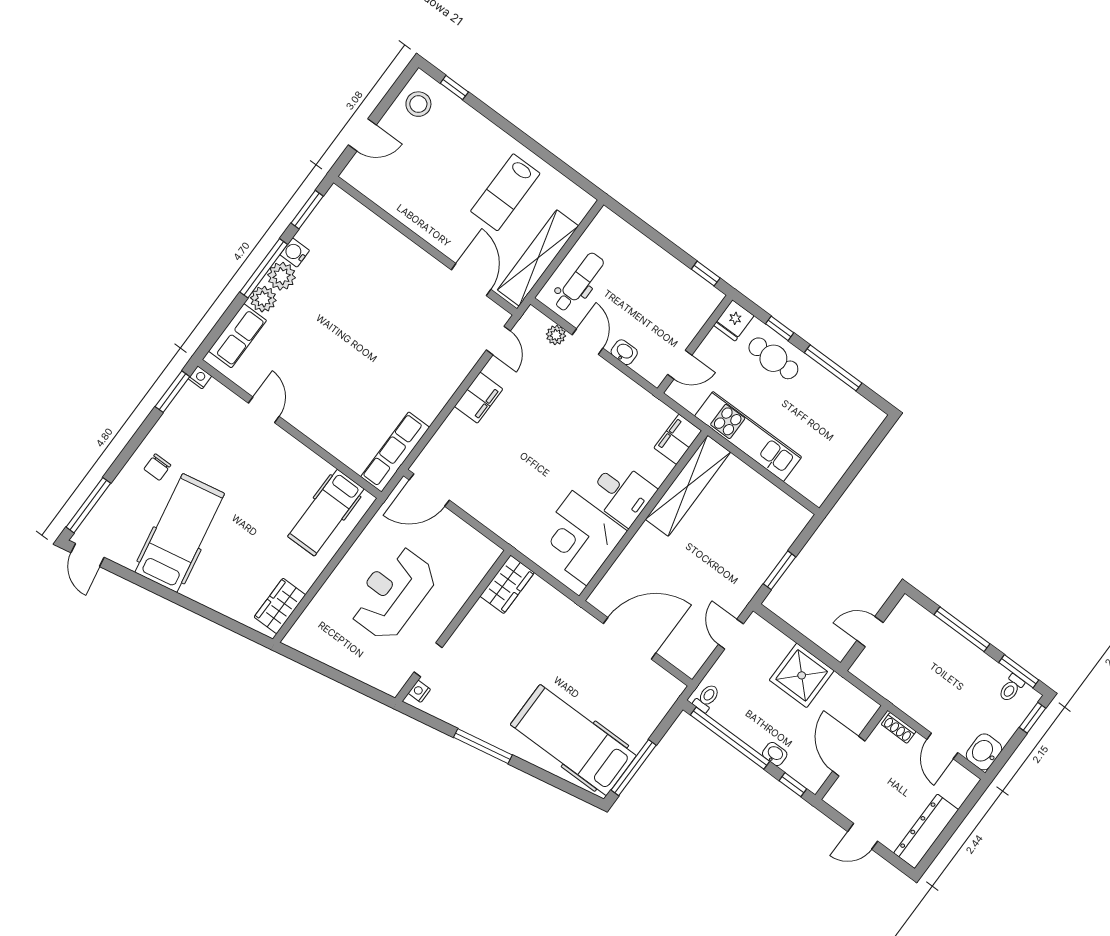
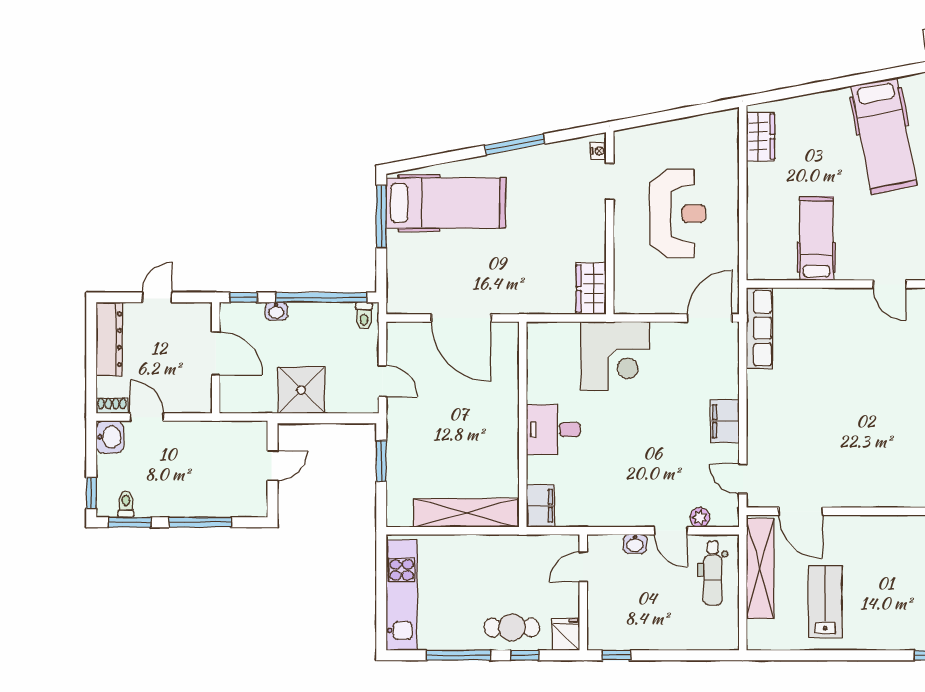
kitchen unit: (748, 437) -> (402, 595), moved, turned -90
shelving: (688, 486) -> (466, 513), moved, turned 90
hospital bed: (326, 513) -> (816, 239), moved
corner desk: (580, 538) -> (615, 356), moved, turned 90
door: (630, 638) -> (461, 318), hinge flipped
shoe rack: (899, 728) -> (112, 406), moved

